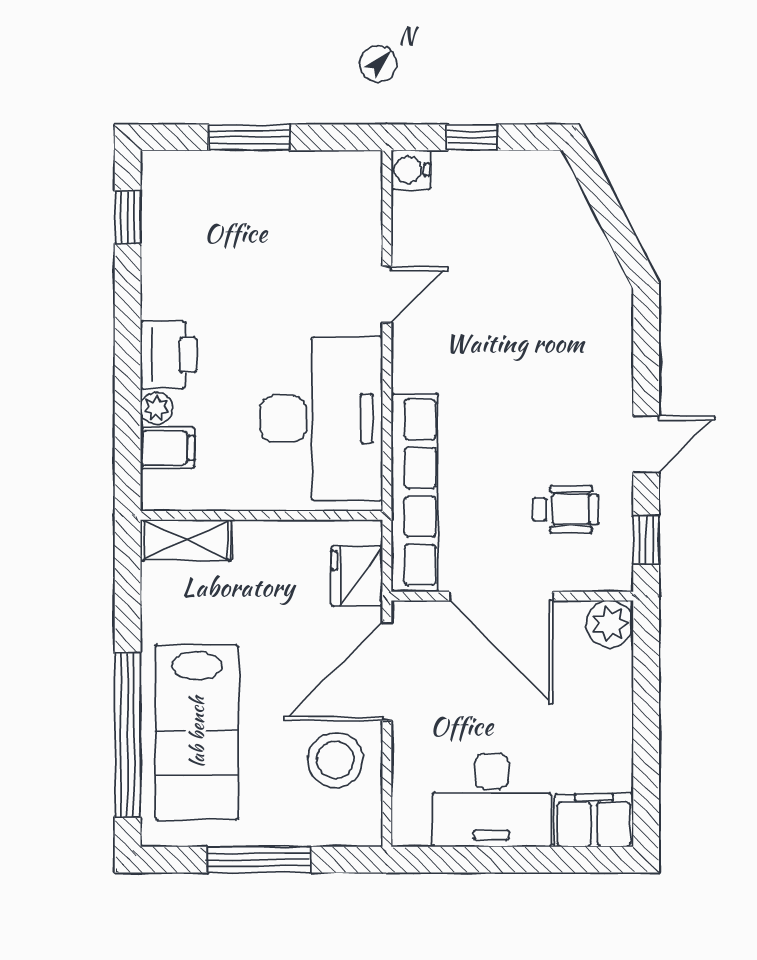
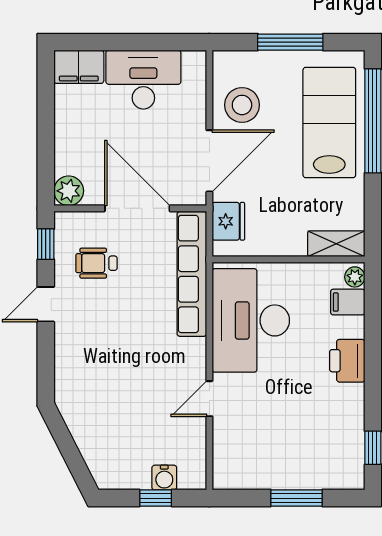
water cooler: (411, 170) -> (164, 478), moved, turned 90
plant: (156, 408) -> (355, 277), moved

